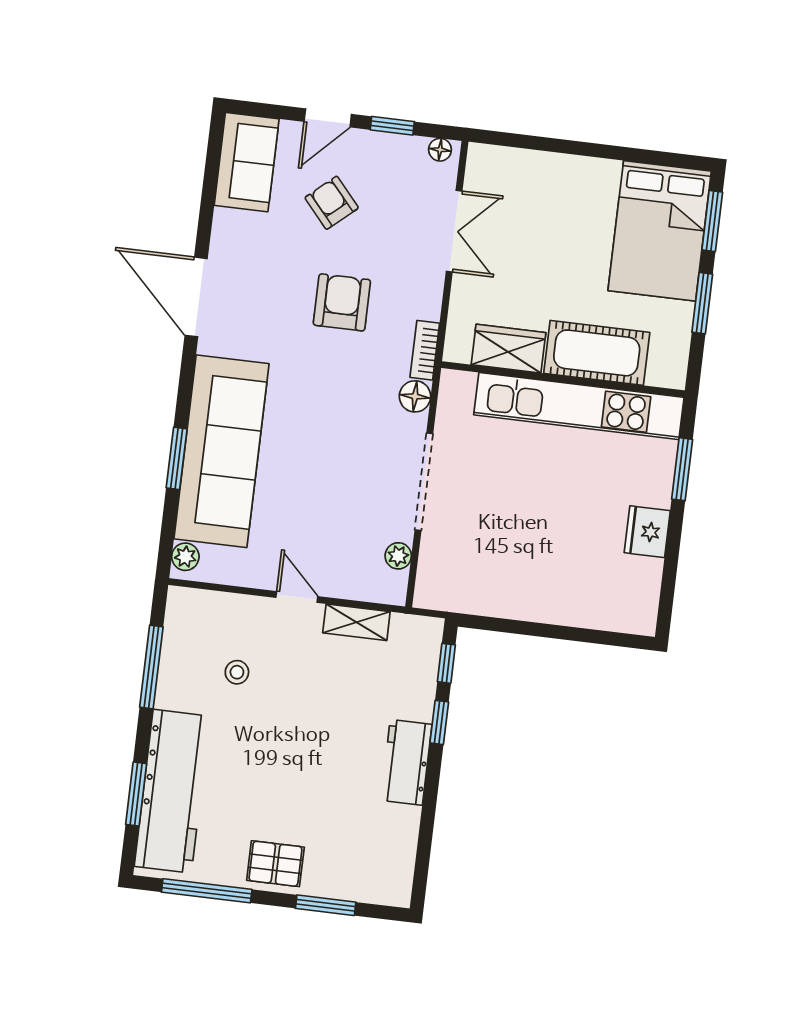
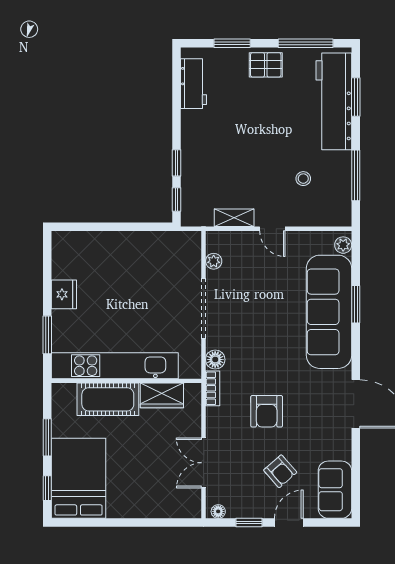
window: (712, 221) -> (47, 488), width x0.67
workbench: (406, 762) -> (194, 84), moved

